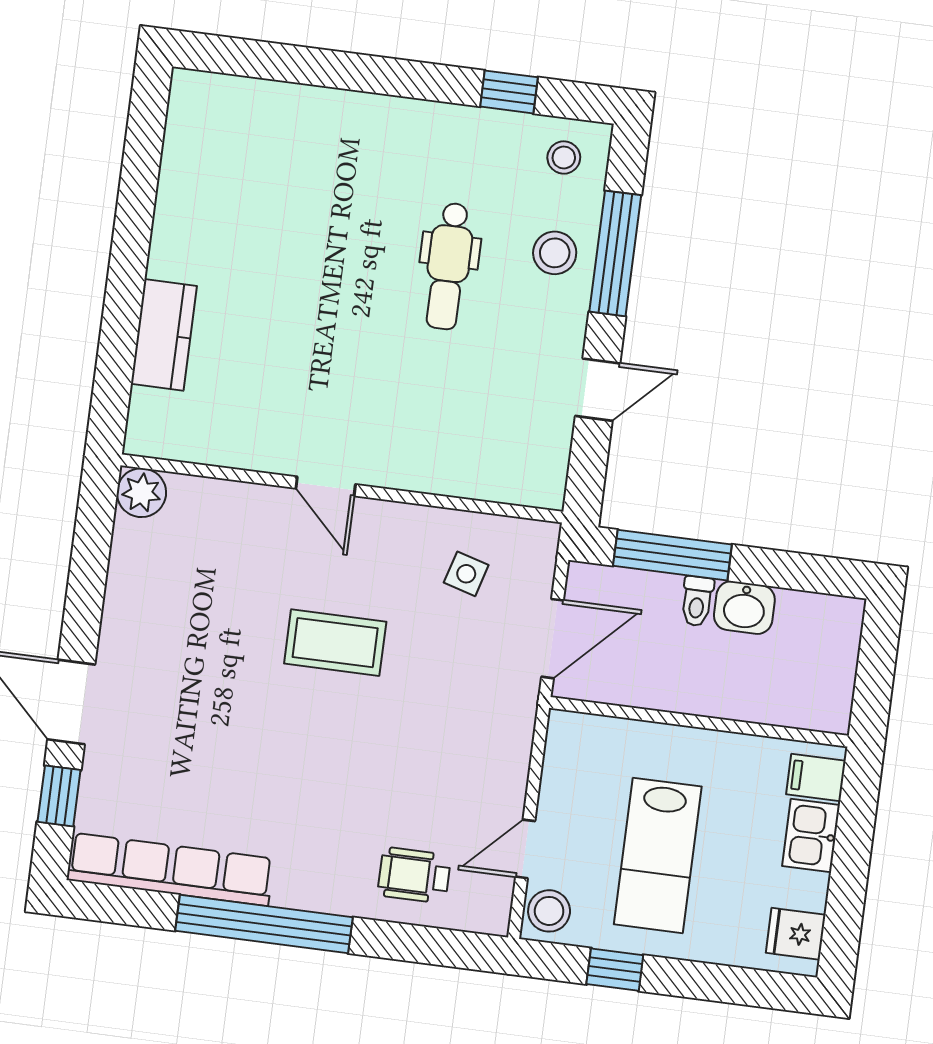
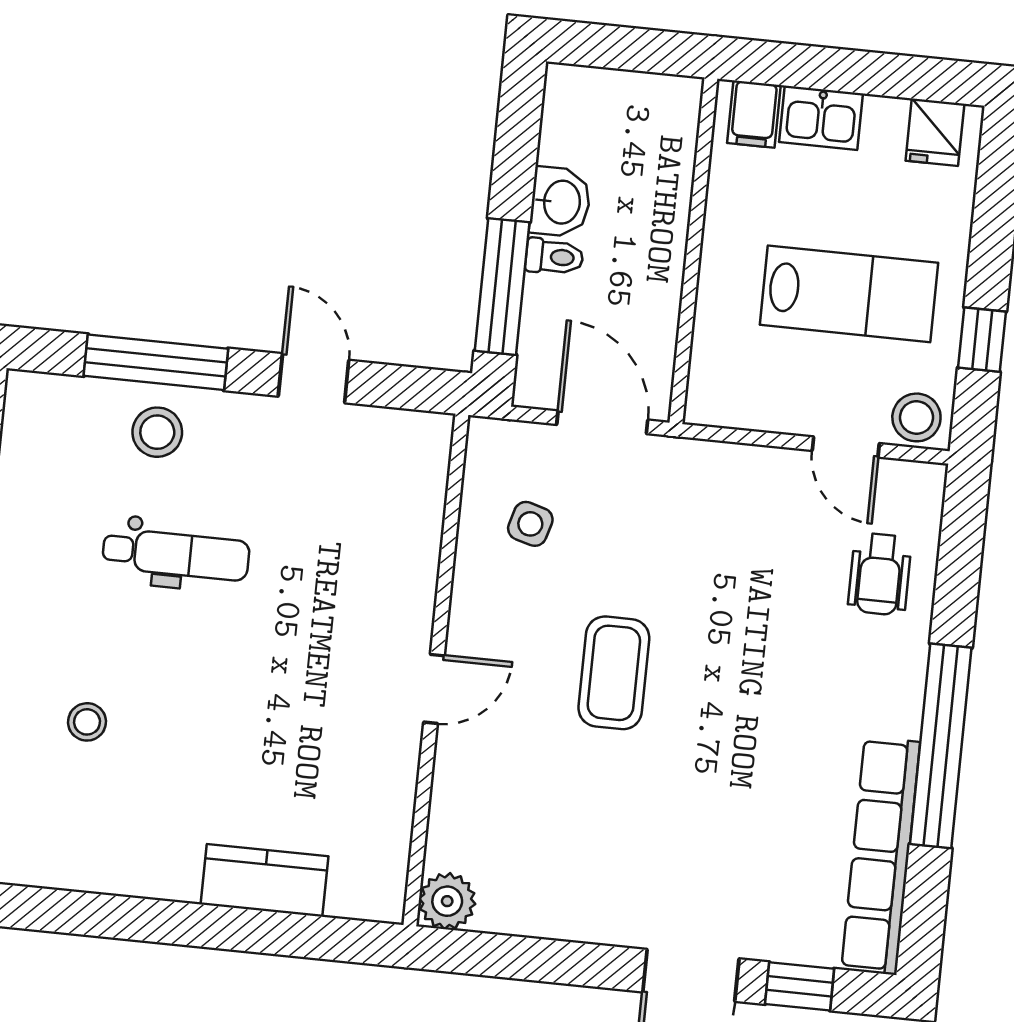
stool: (564, 157) -> (87, 722), moved

